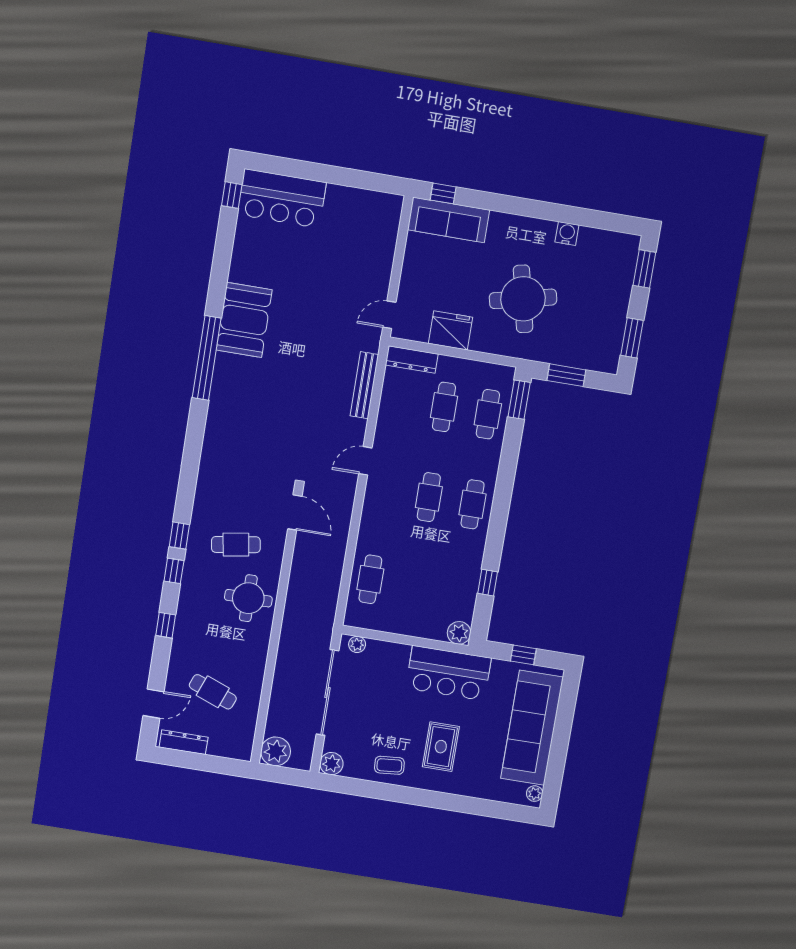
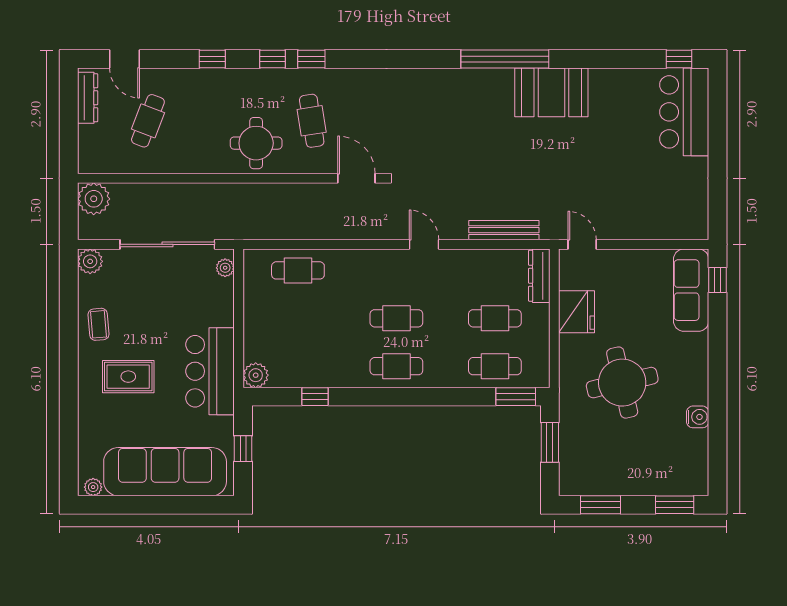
door: (295, 512) -> (356, 178), swing flipped

